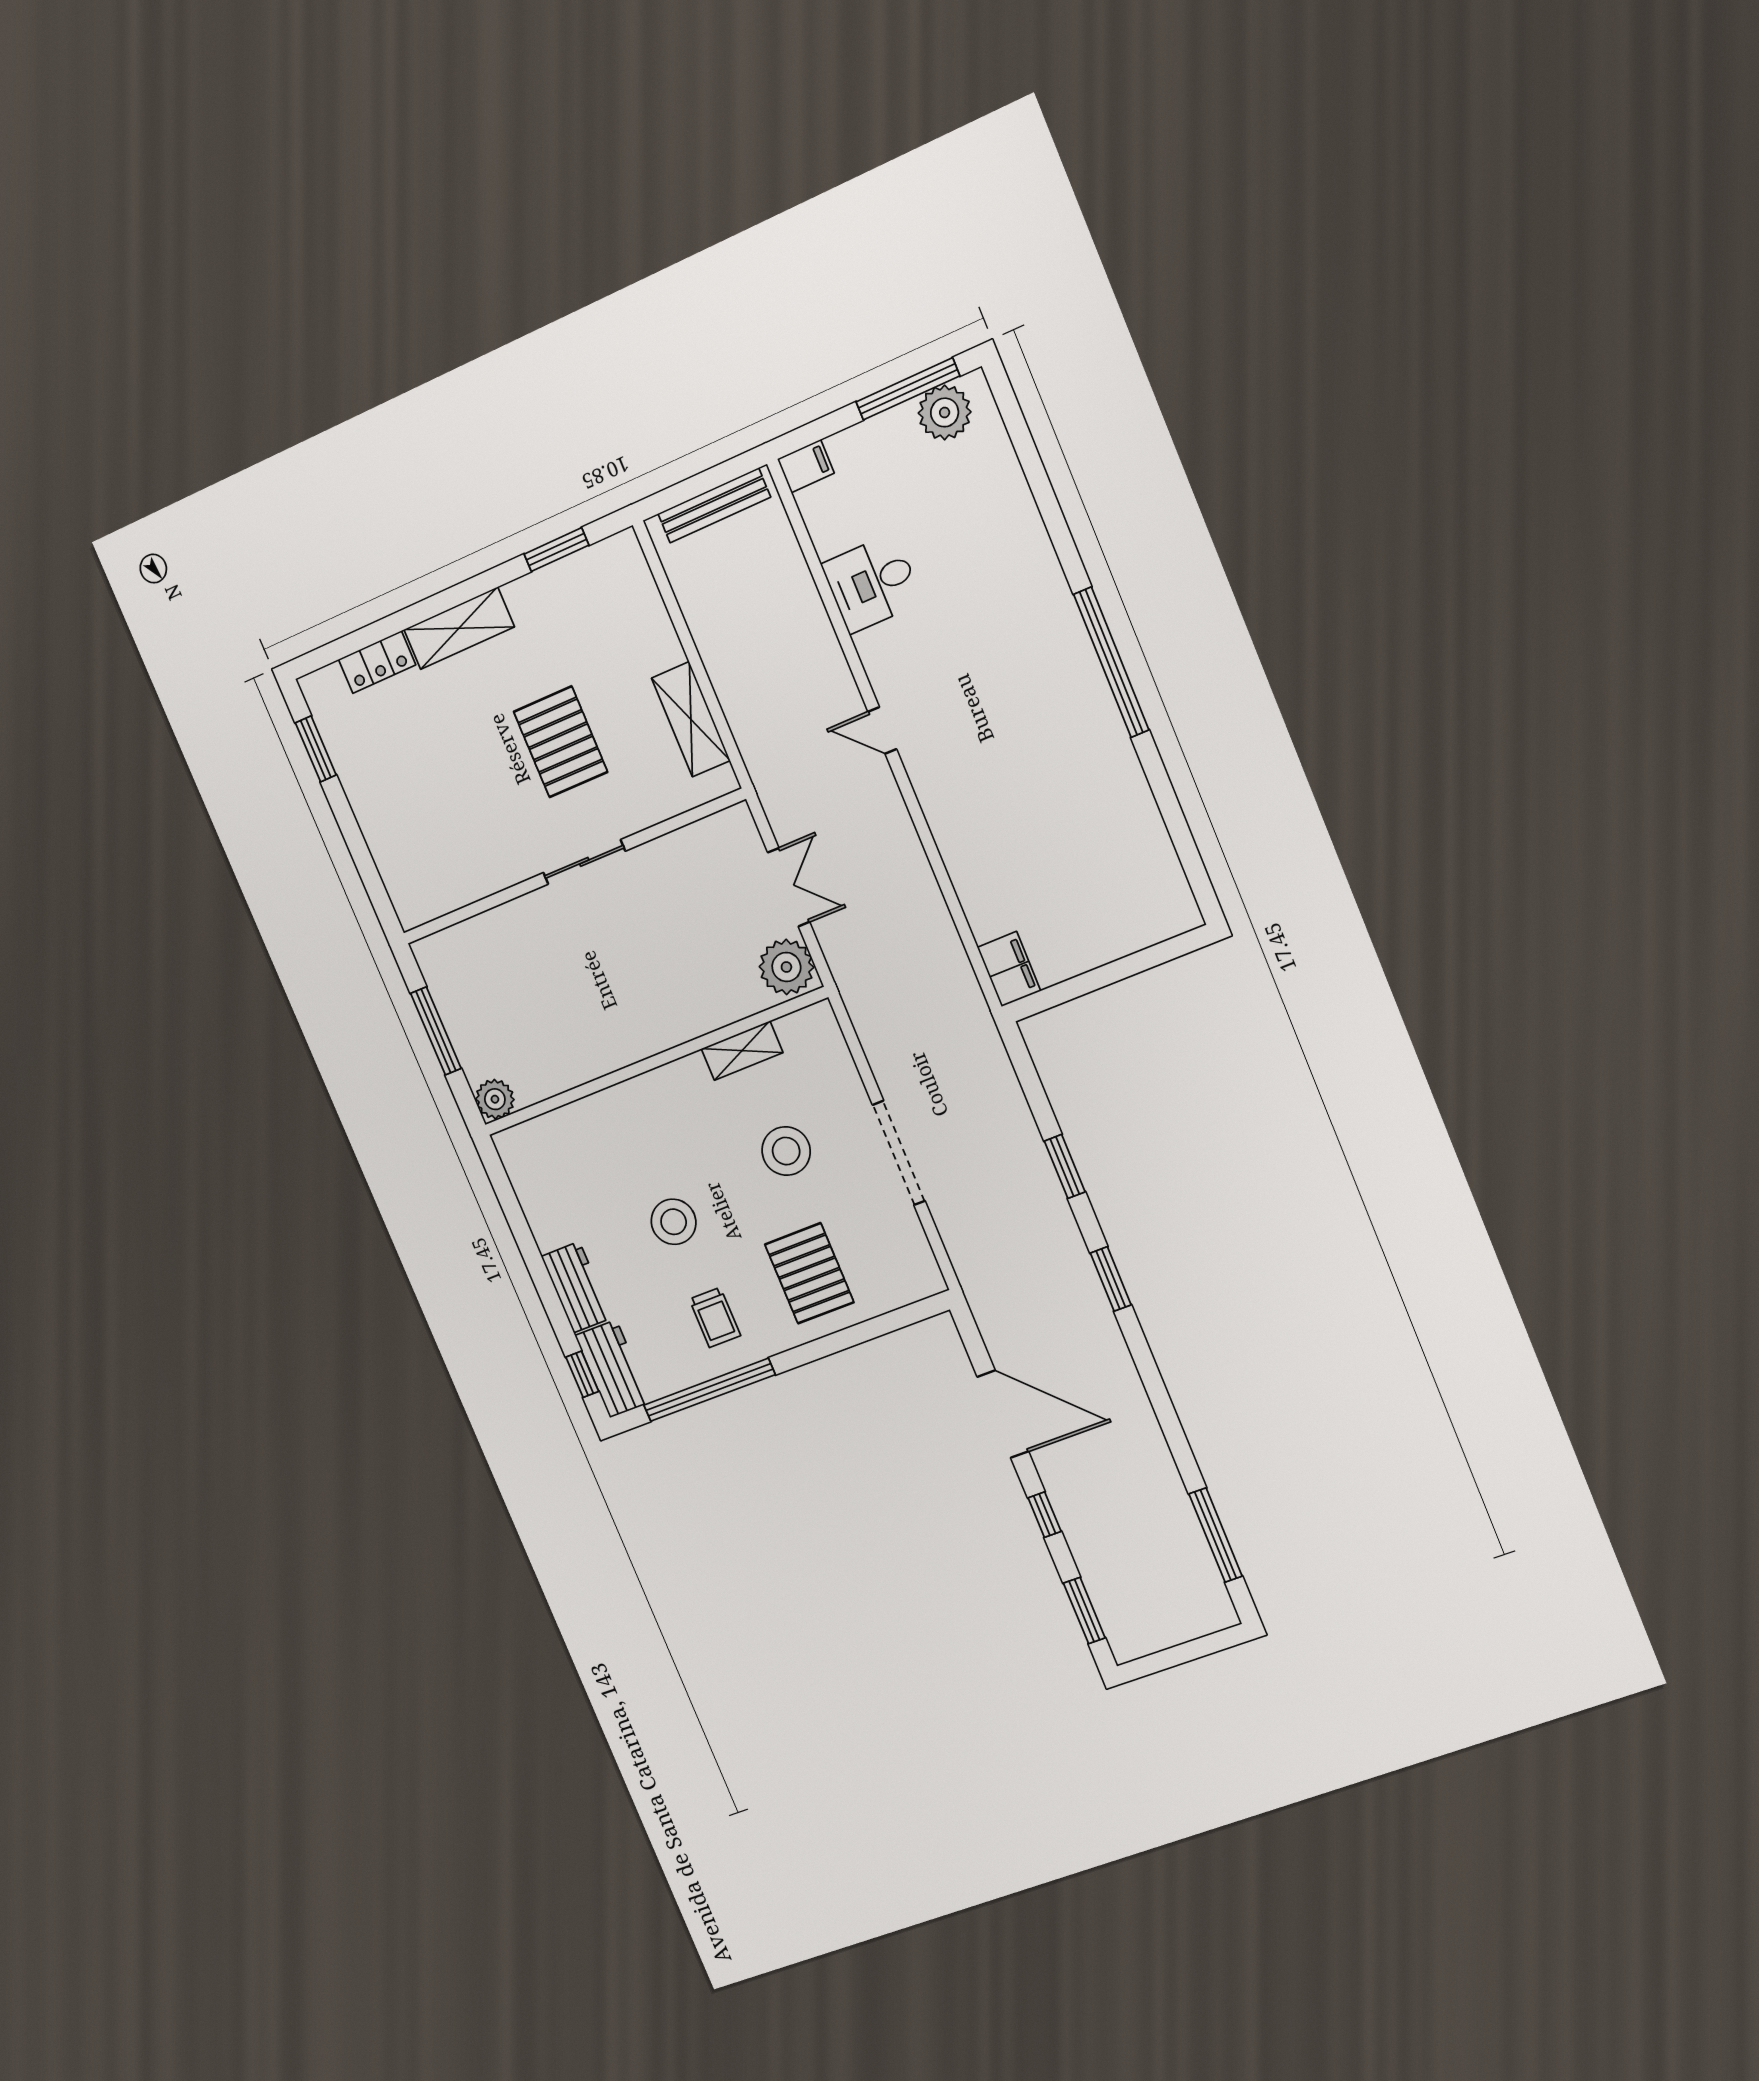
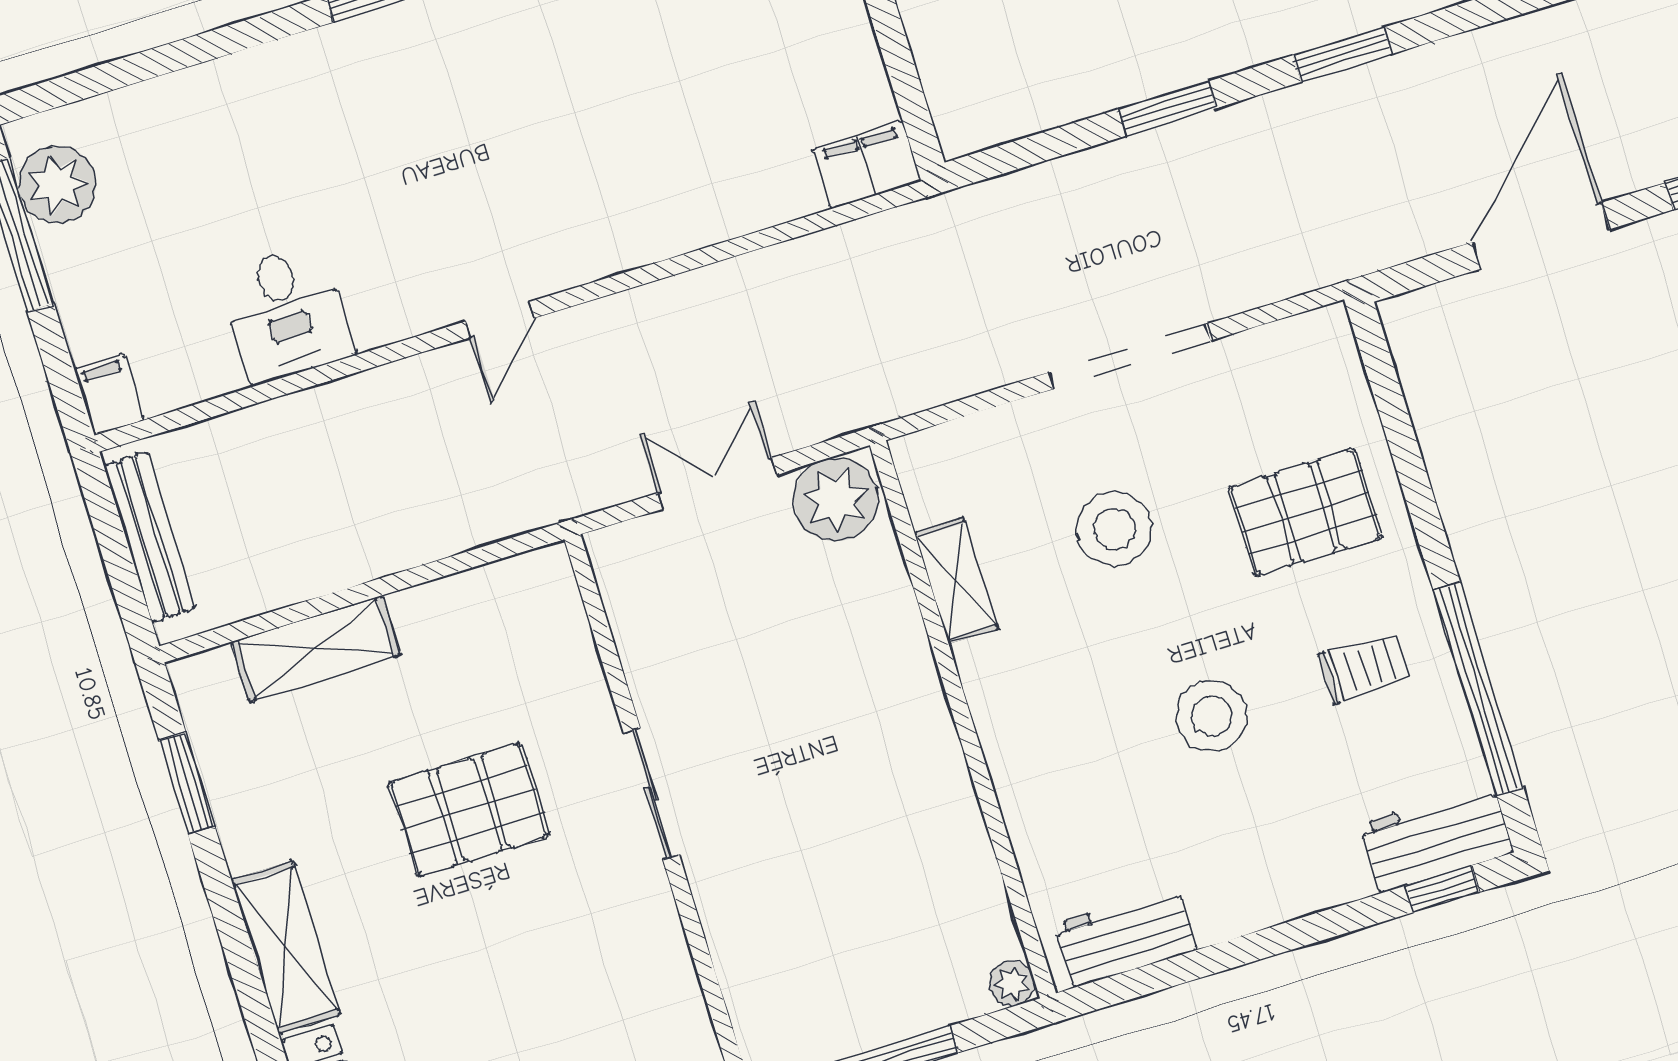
shelving: (691, 719) -> (316, 649), moved
plant: (495, 1099) -> (1012, 983), width x0.73, depth x0.73
workbench: (577, 1287) -> (1126, 937), moved

